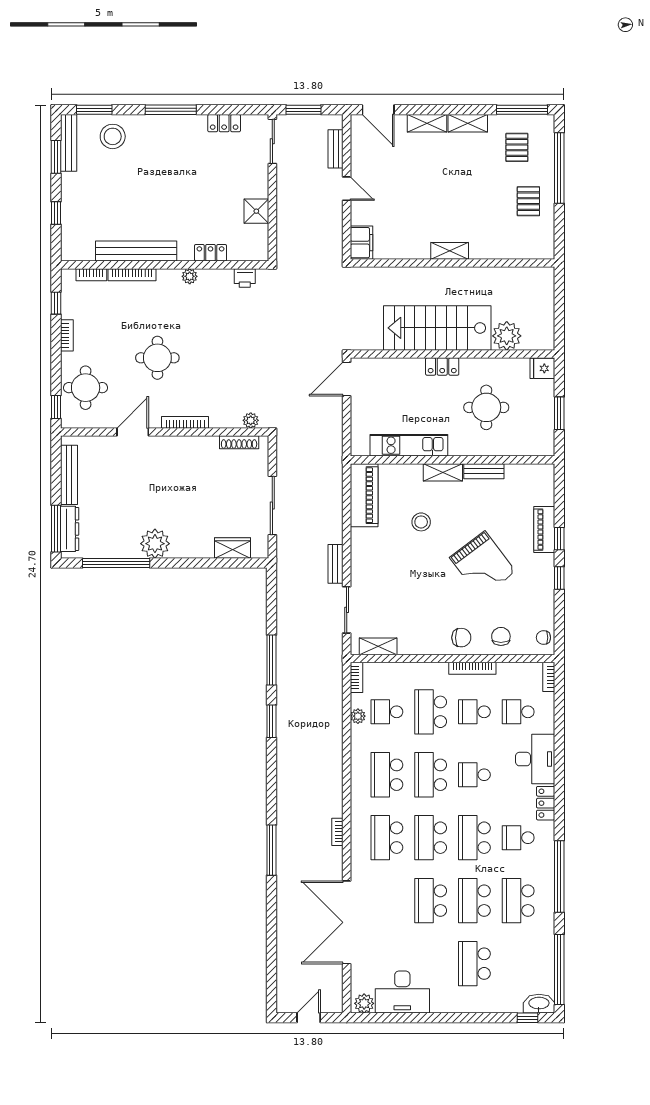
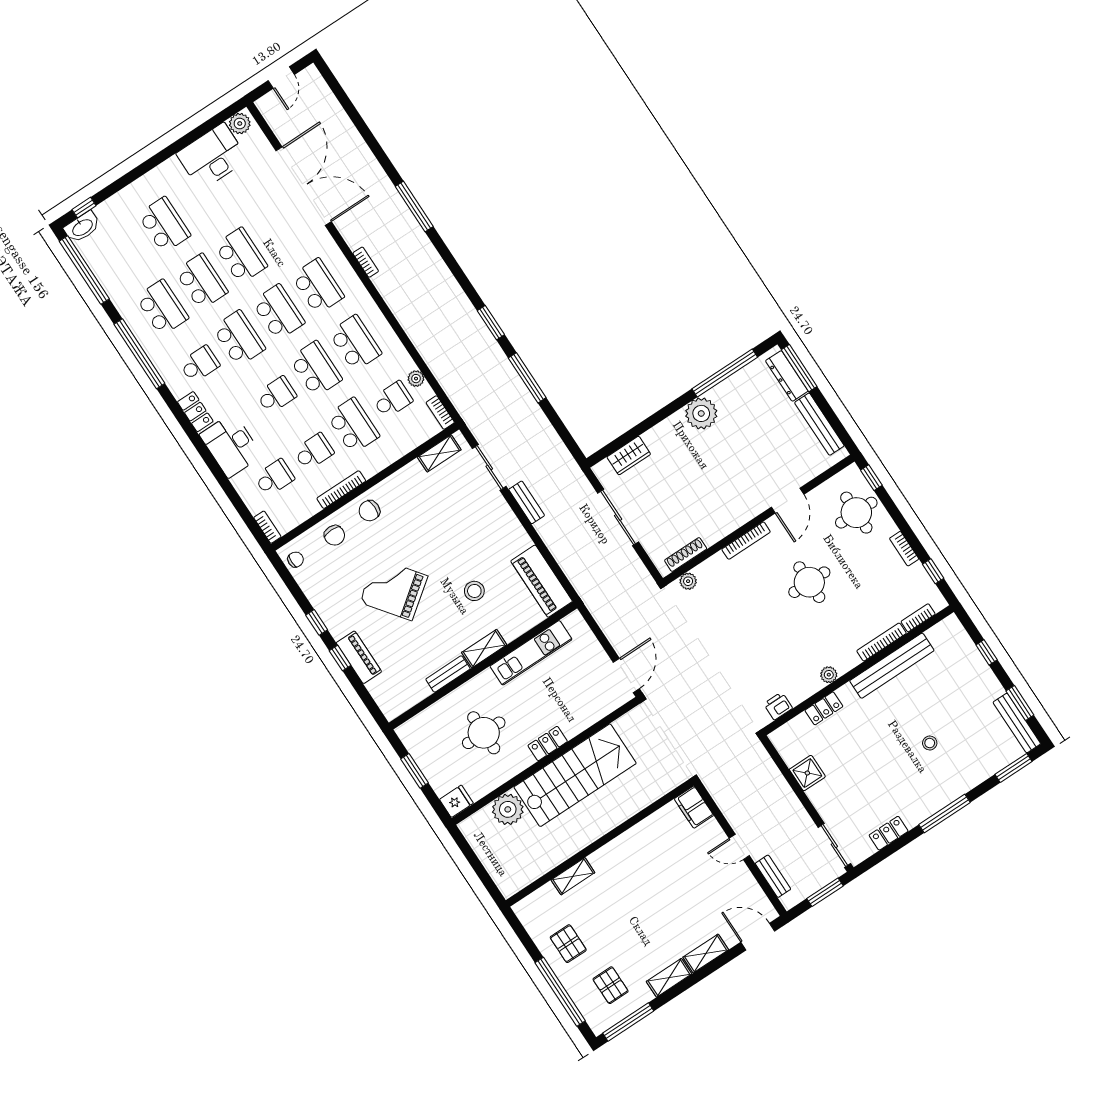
stool: (113, 136) -> (930, 743), moved, width x0.53, depth x0.53
shelving: (450, 251) -> (573, 876), moved

